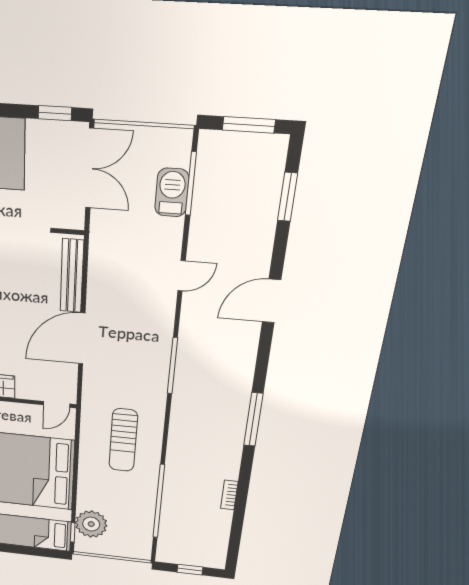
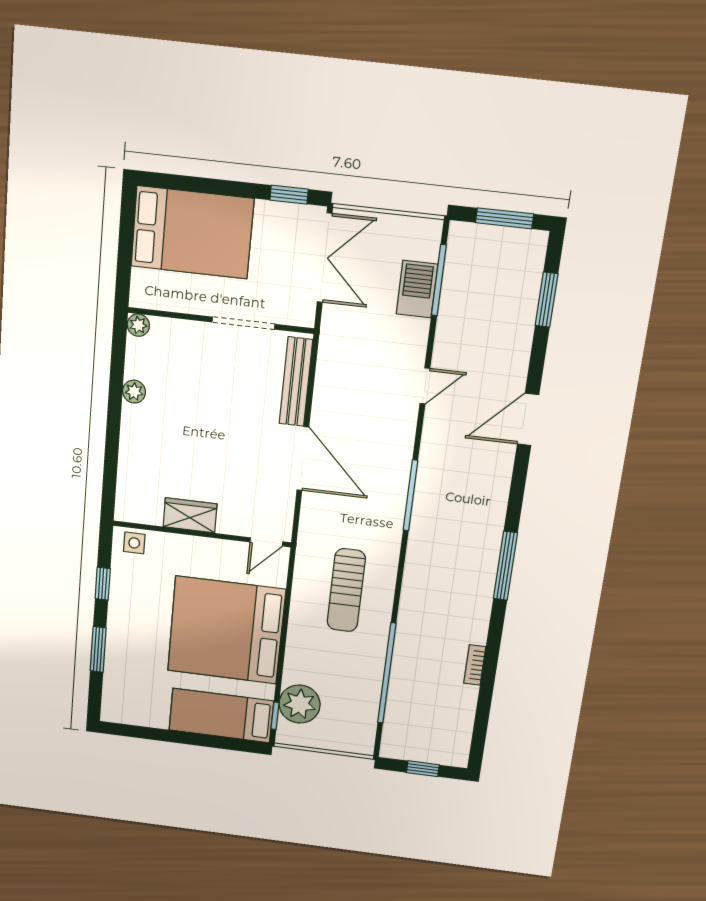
door: (82, 339) -> (303, 459), swing flipped

